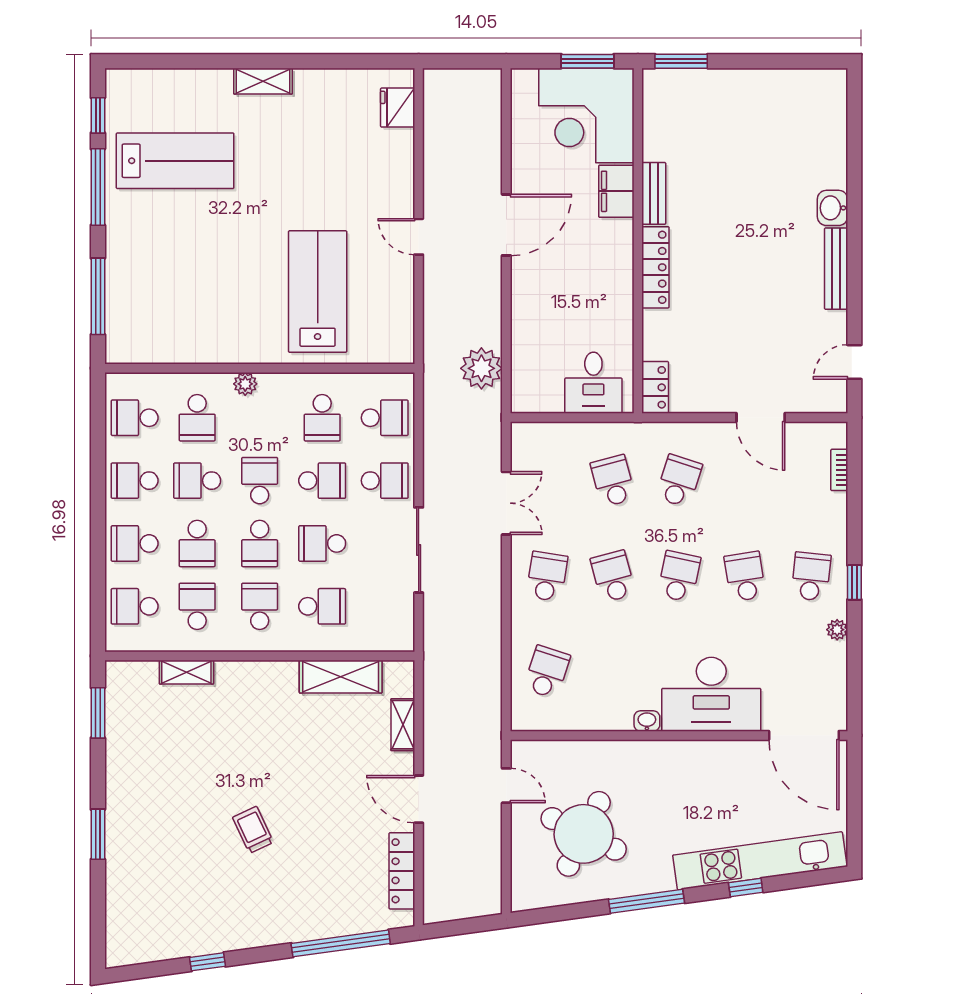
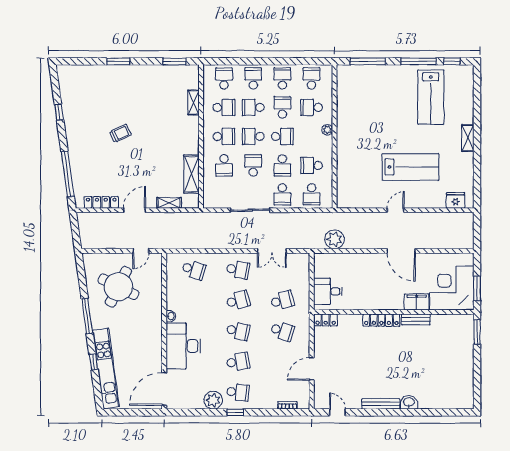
lab bench: (318, 292) -> (411, 167), moved
plant: (837, 630) -> (213, 400), width x1.87, depth x1.87

